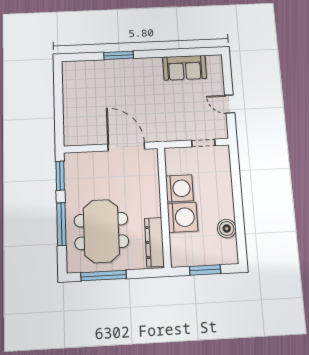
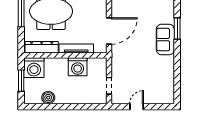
sofa: (185, 68) -> (165, 40), moved
tv unit: (153, 192) -> (76, 48), added
washing machine: (182, 217) -> (34, 68), moved

